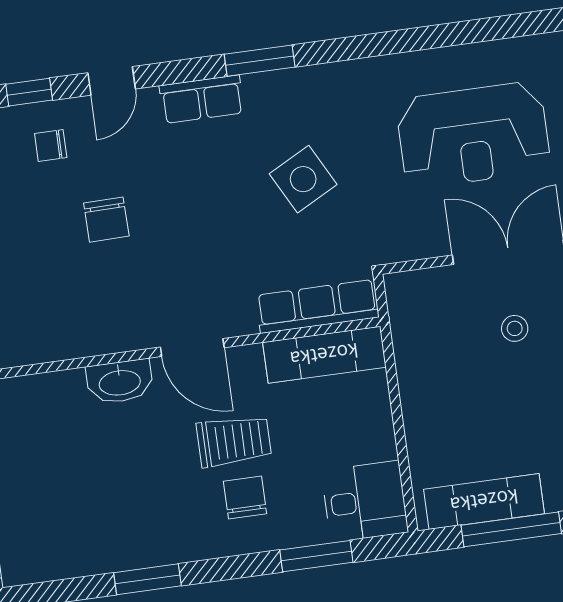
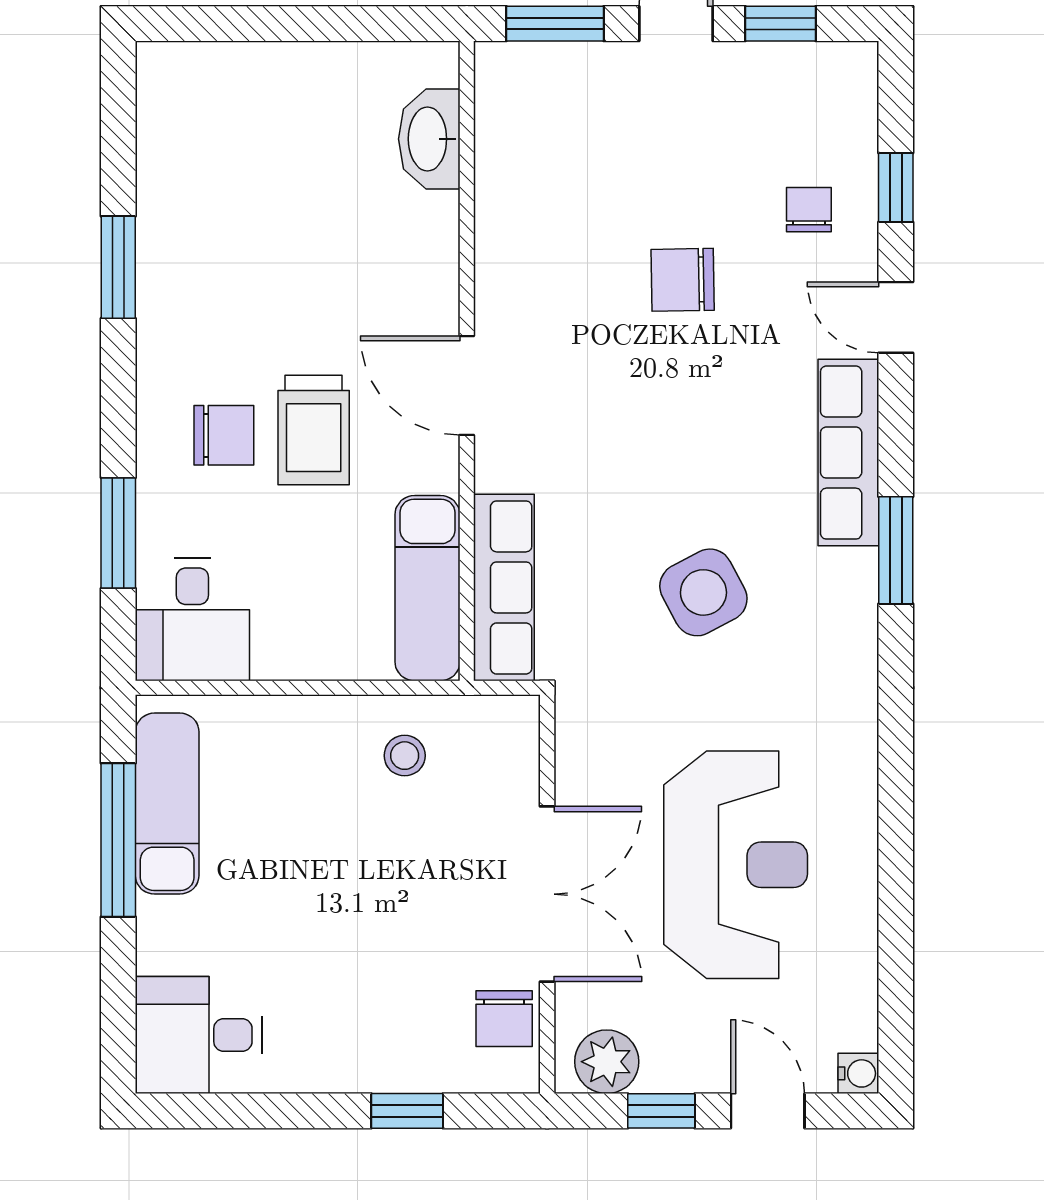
row of seats: (202, 99) -> (848, 453), width x1.48
reception desk: (473, 135) -> (736, 865), turned 180
stool: (515, 328) -> (405, 756), moved
door: (192, 347) -> (467, 385), hinge flipped
washbasin: (120, 382) -> (429, 139), moved

